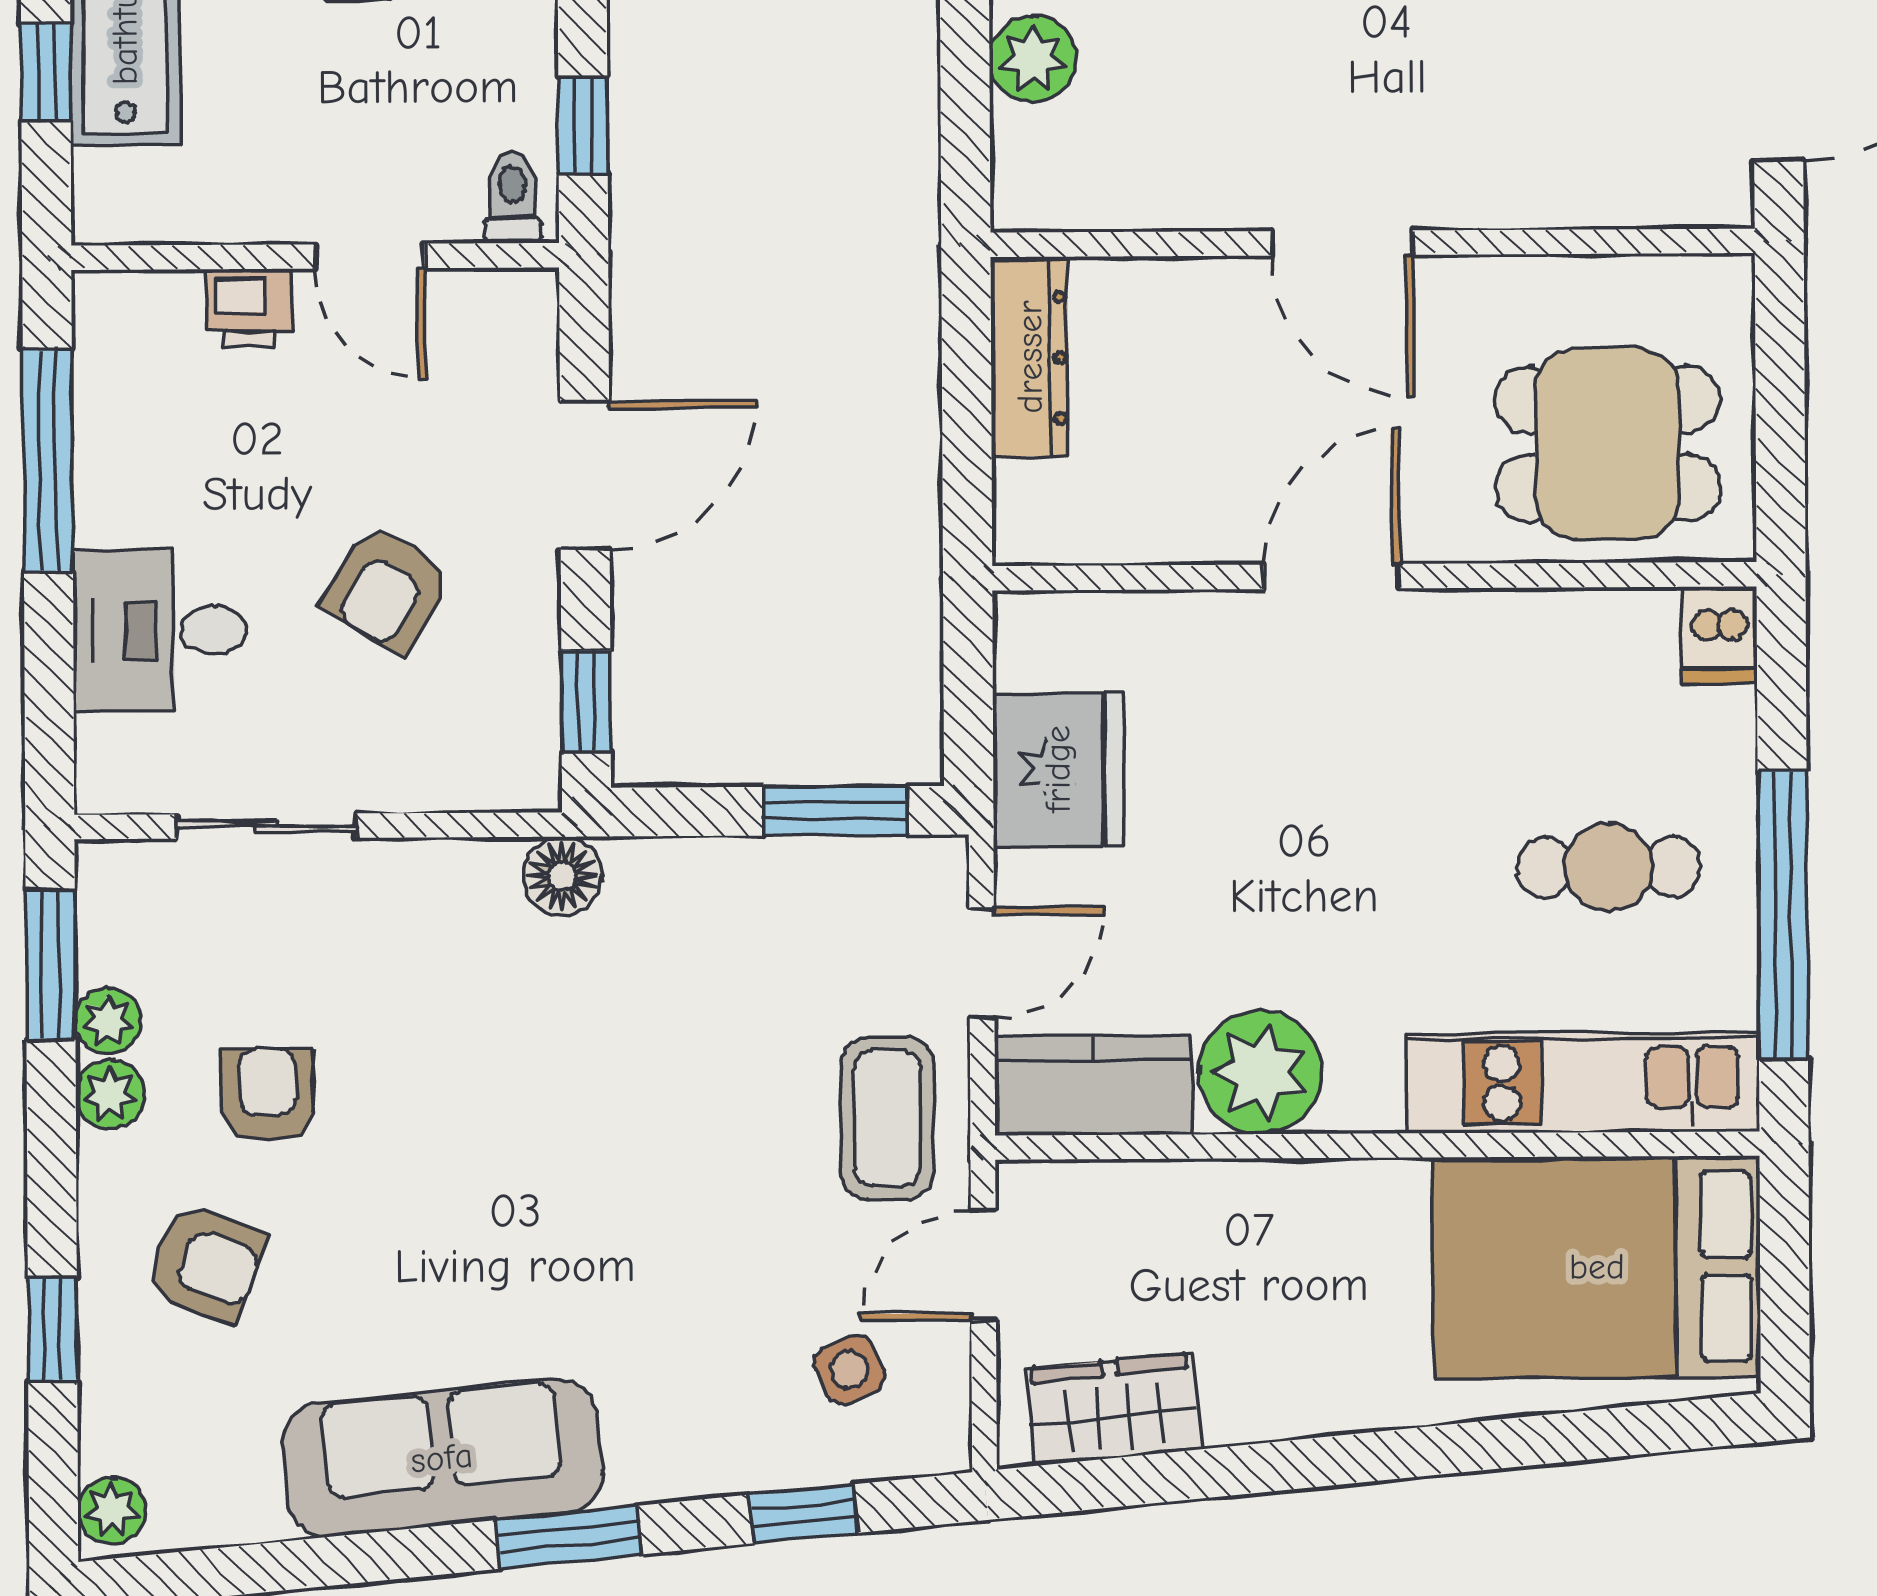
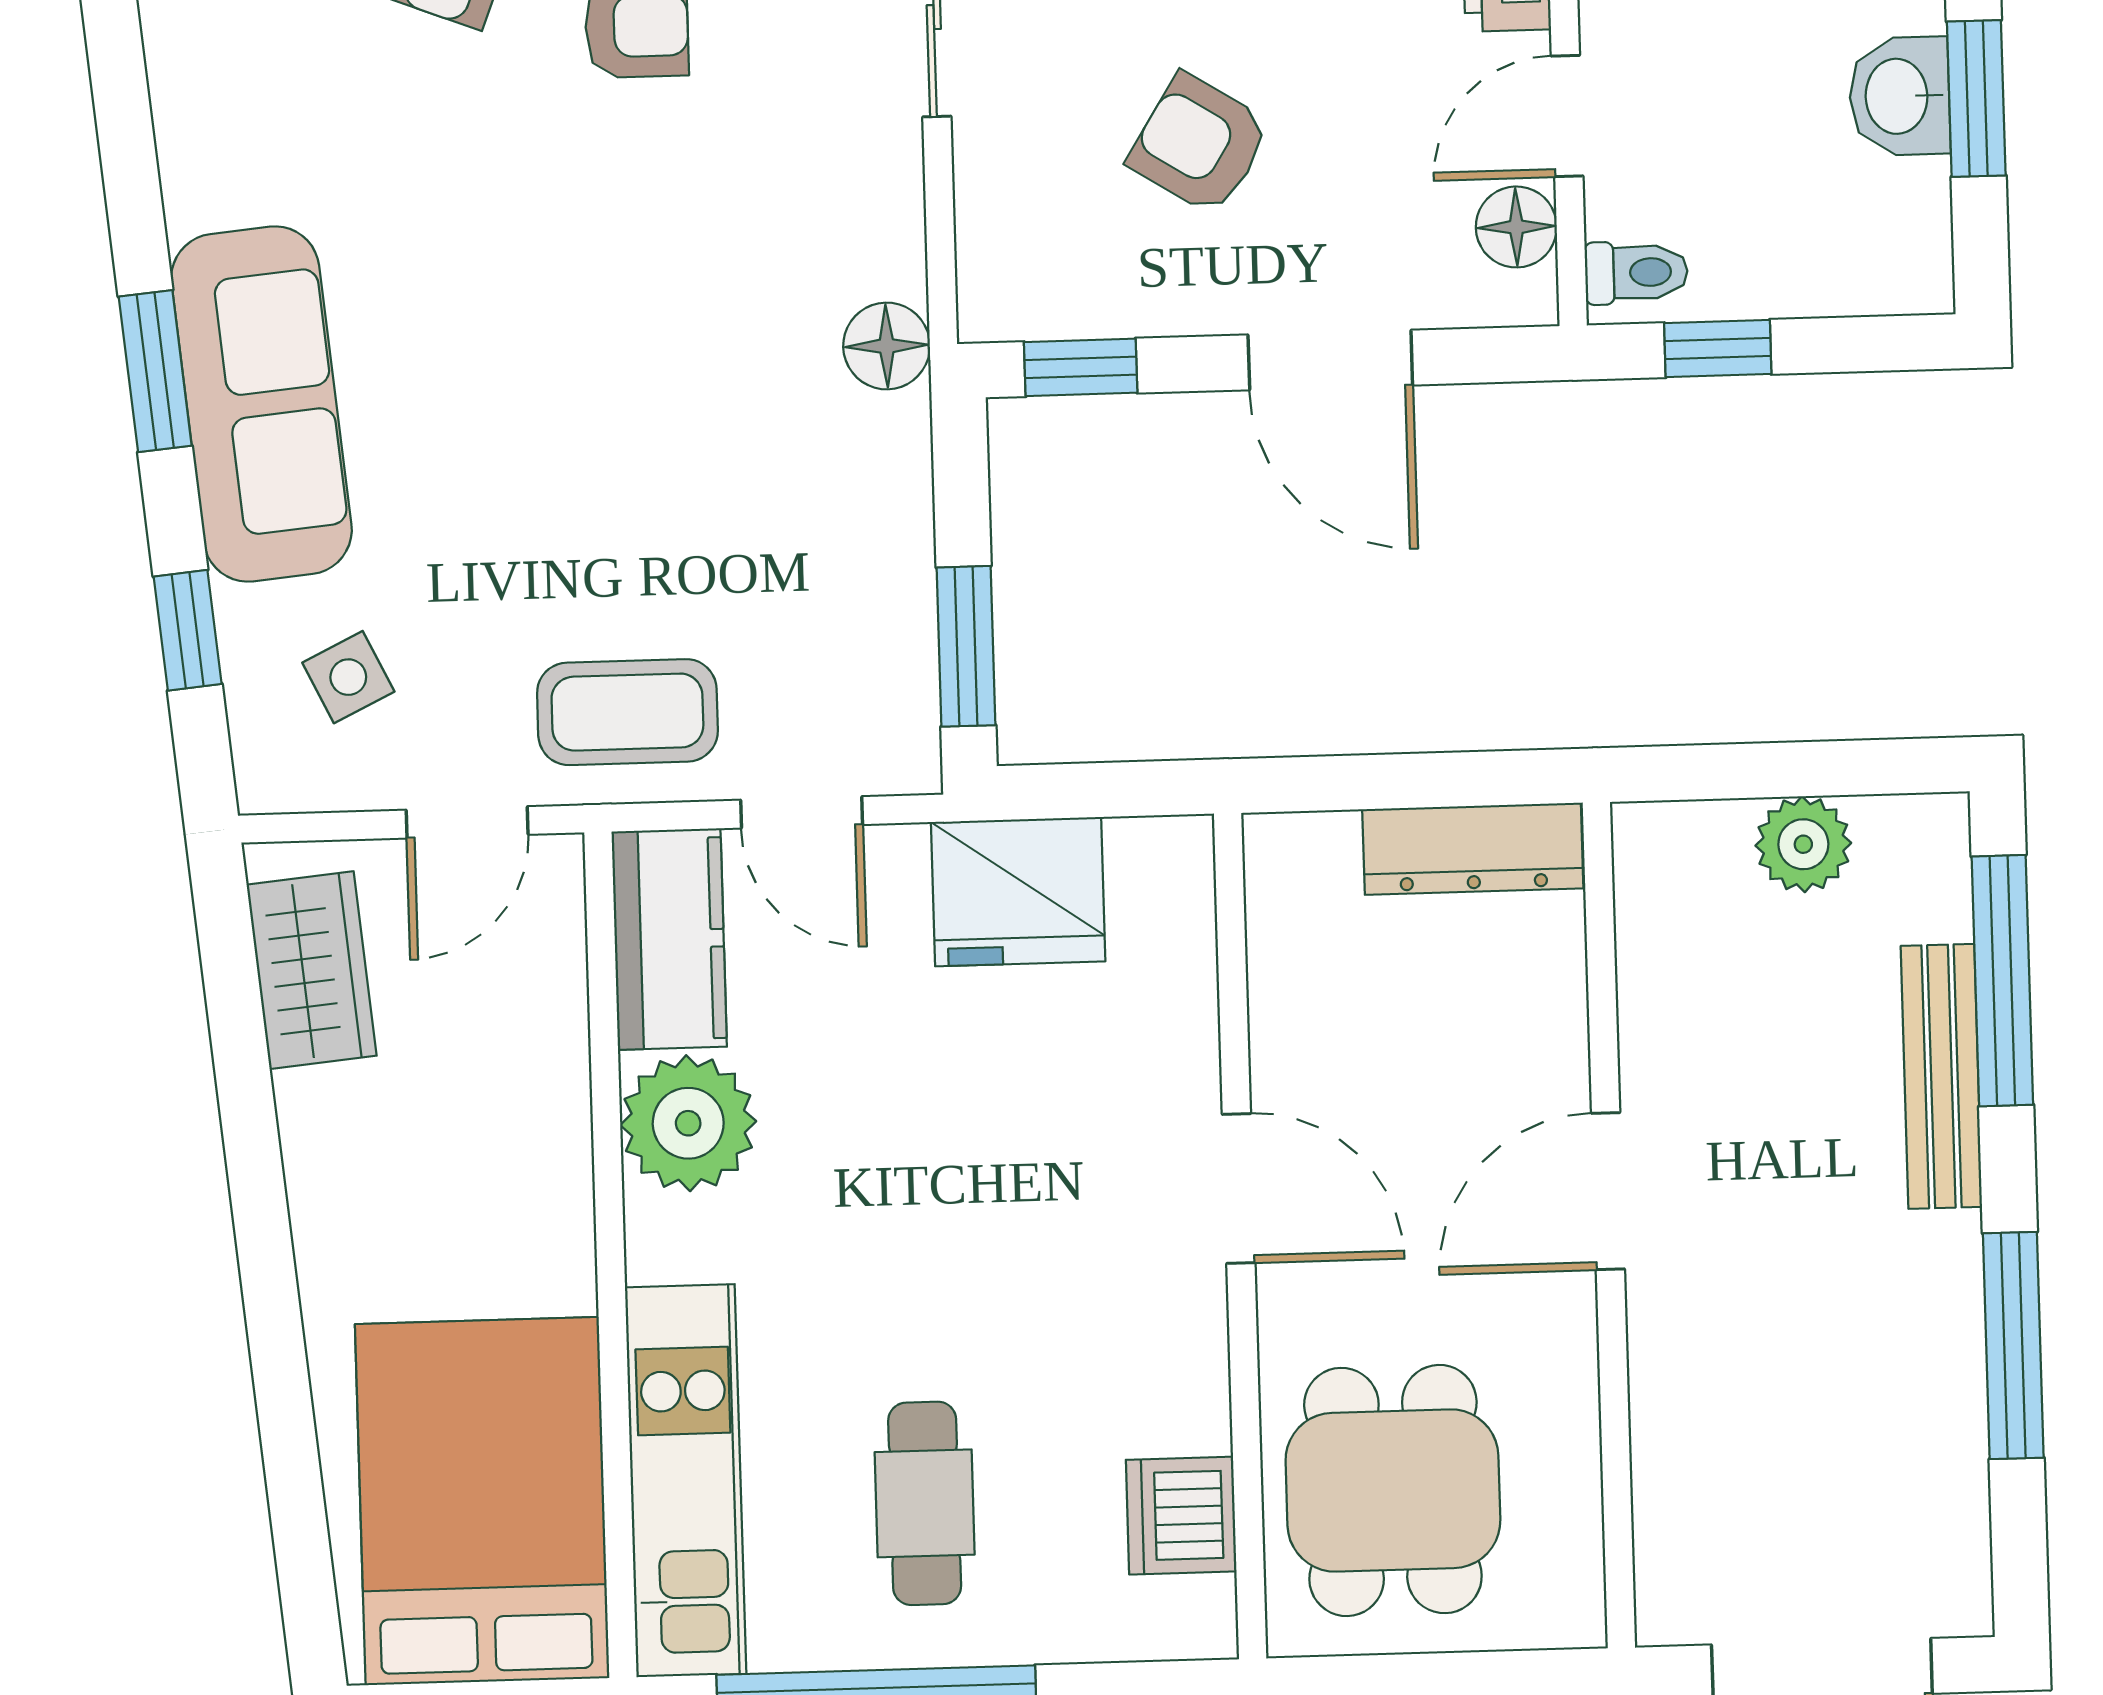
floor lamp: (469, 304) -> (1516, 227), added
dishwasher: (1719, 635) -> (1181, 1516), moved, width x1.38
door: (983, 1265) -> (467, 822), swing flipped
sofa: (442, 1458) -> (261, 404), moved

